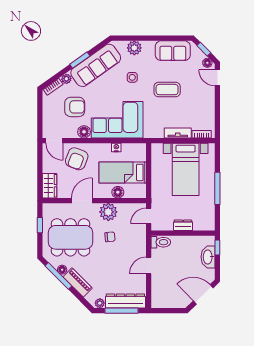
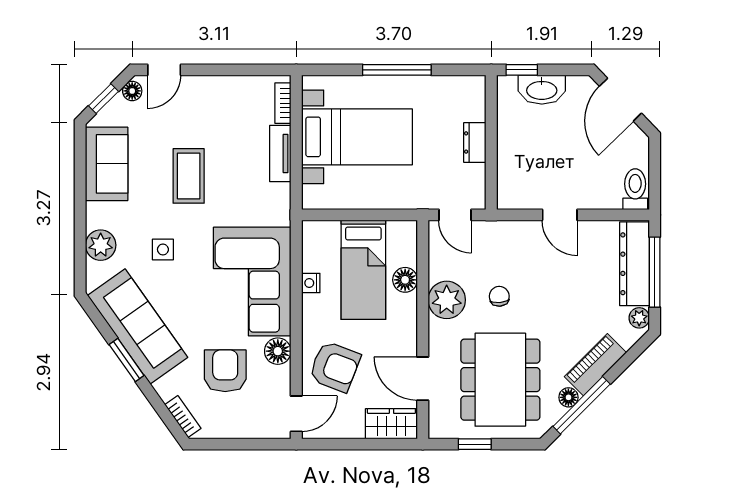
plant: (66, 79) -> (166, 388), removed
door: (82, 201) -> (423, 379), moved
toilet: (161, 242) -> (635, 189), moved

